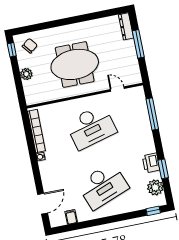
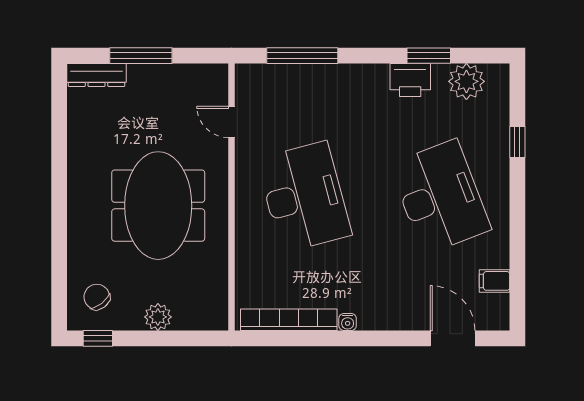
door: (117, 89) -> (231, 122), hinge flipped
window: (153, 211) -> (517, 142), moved

